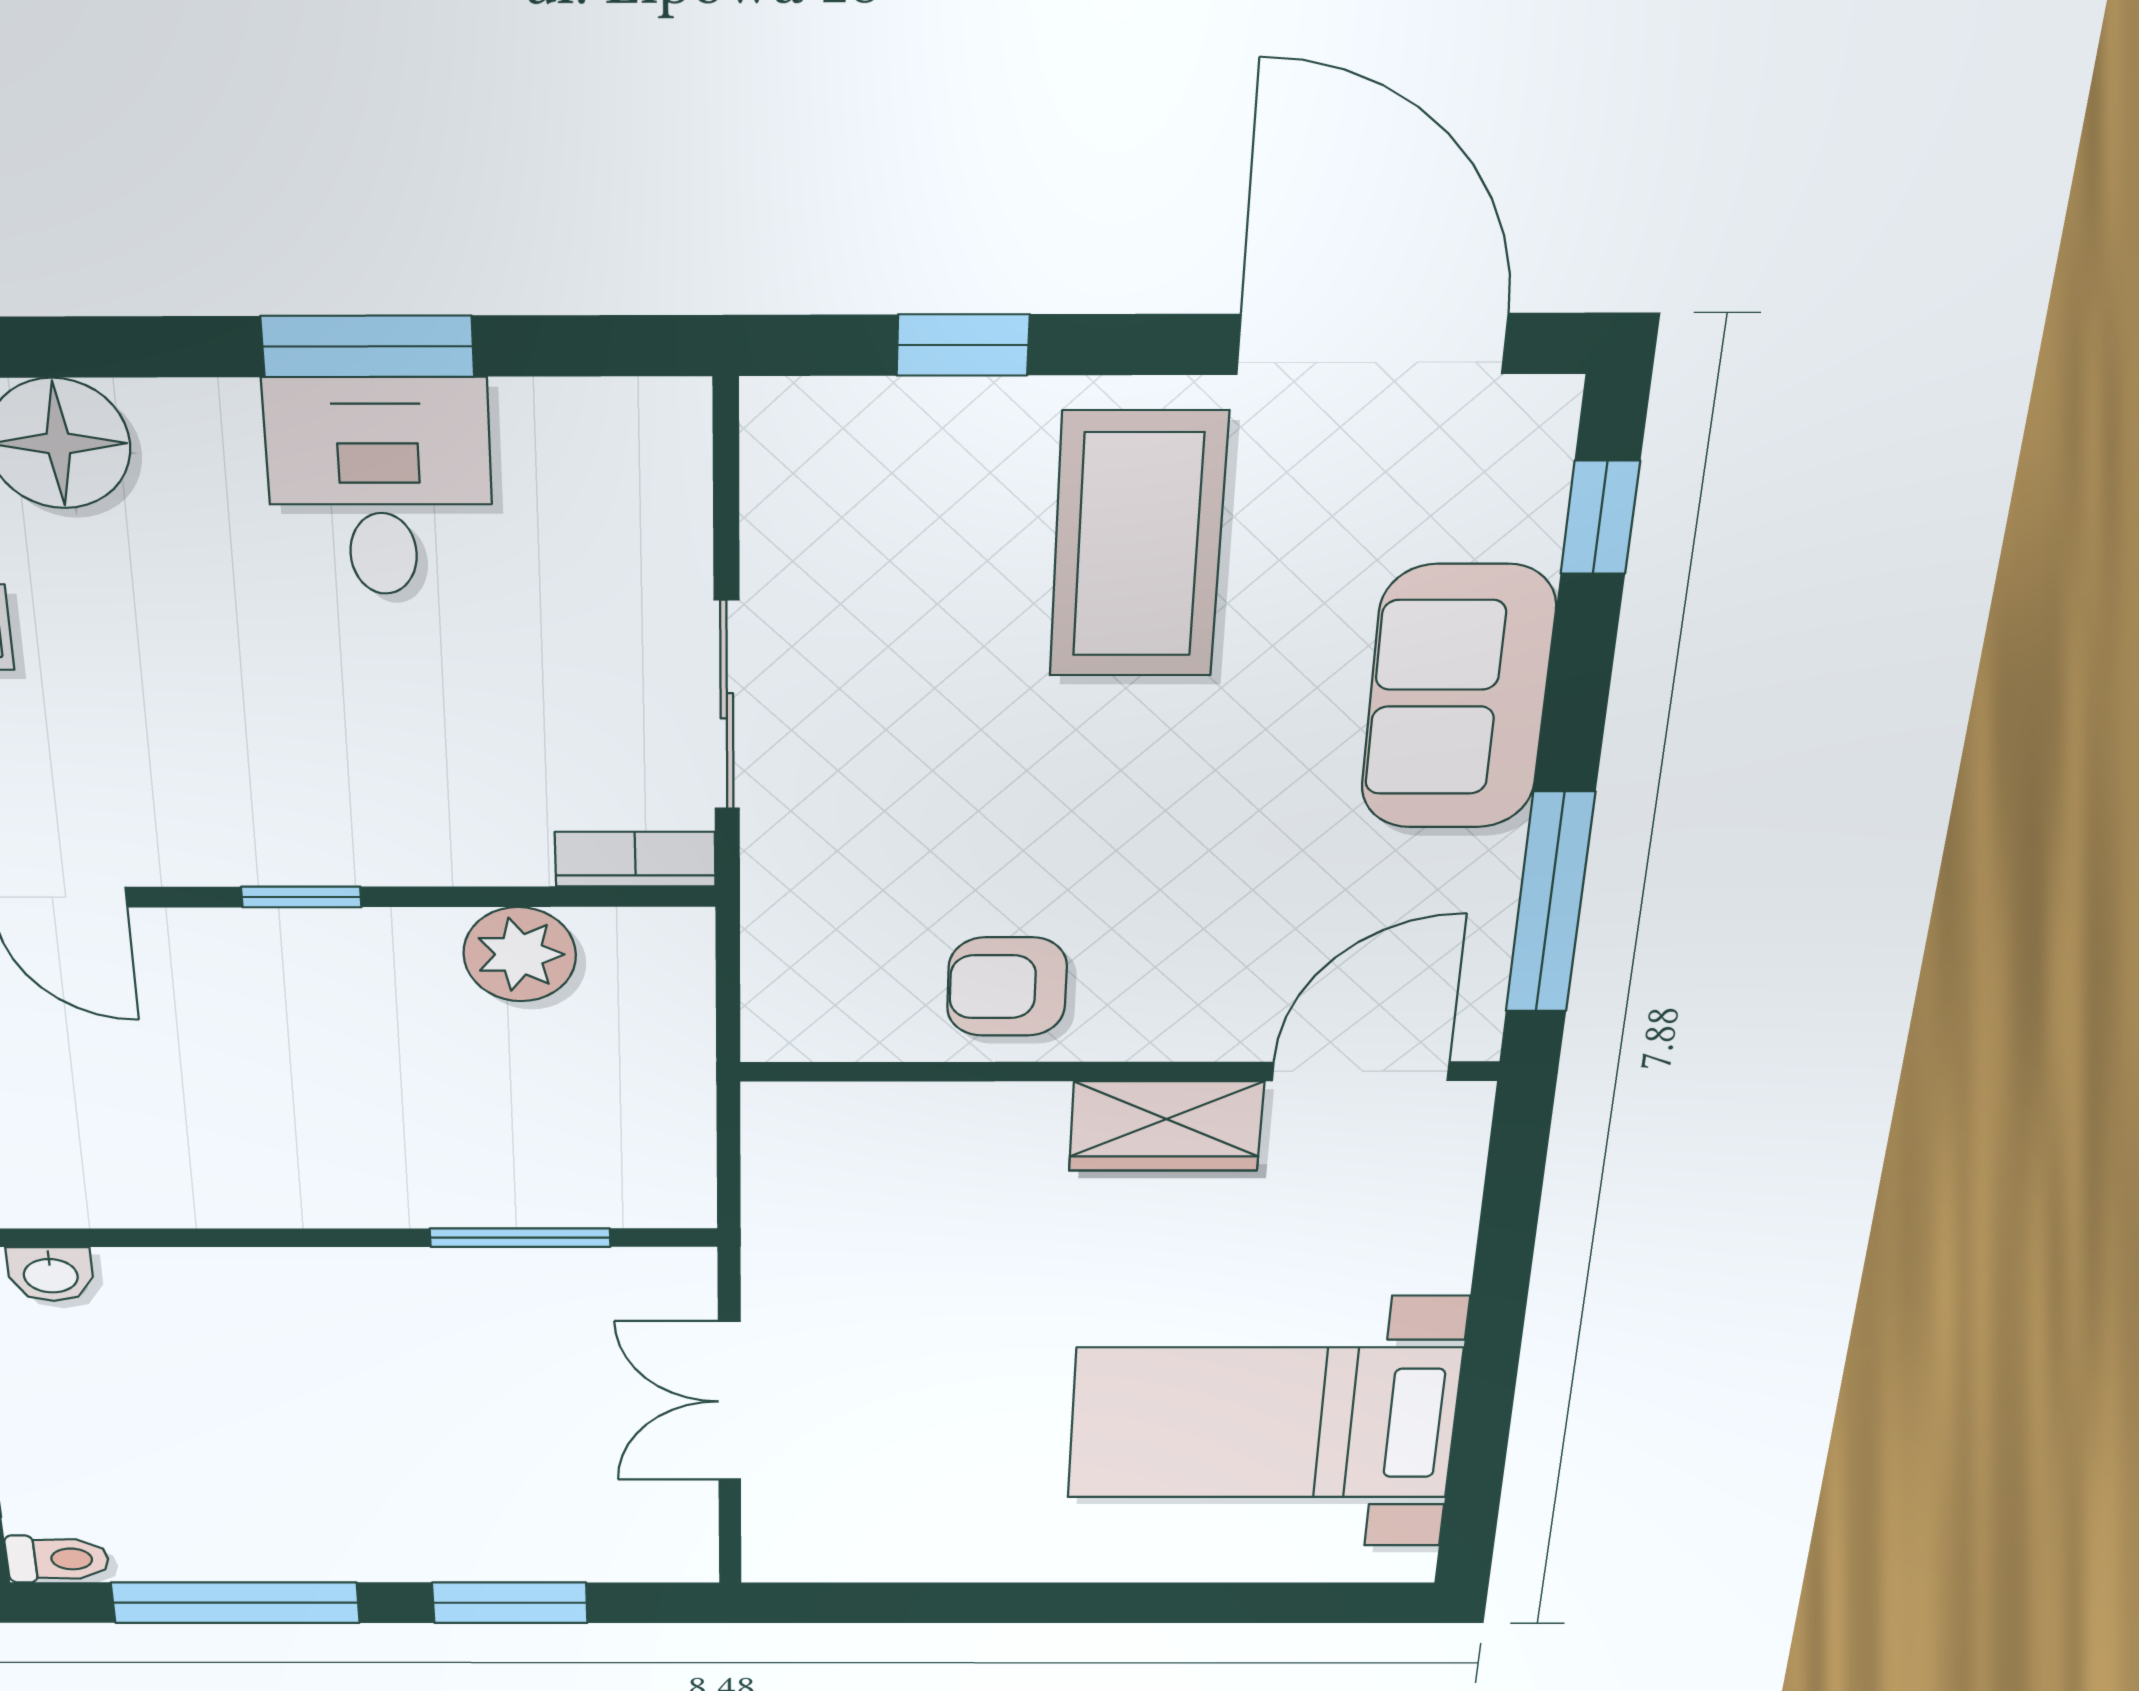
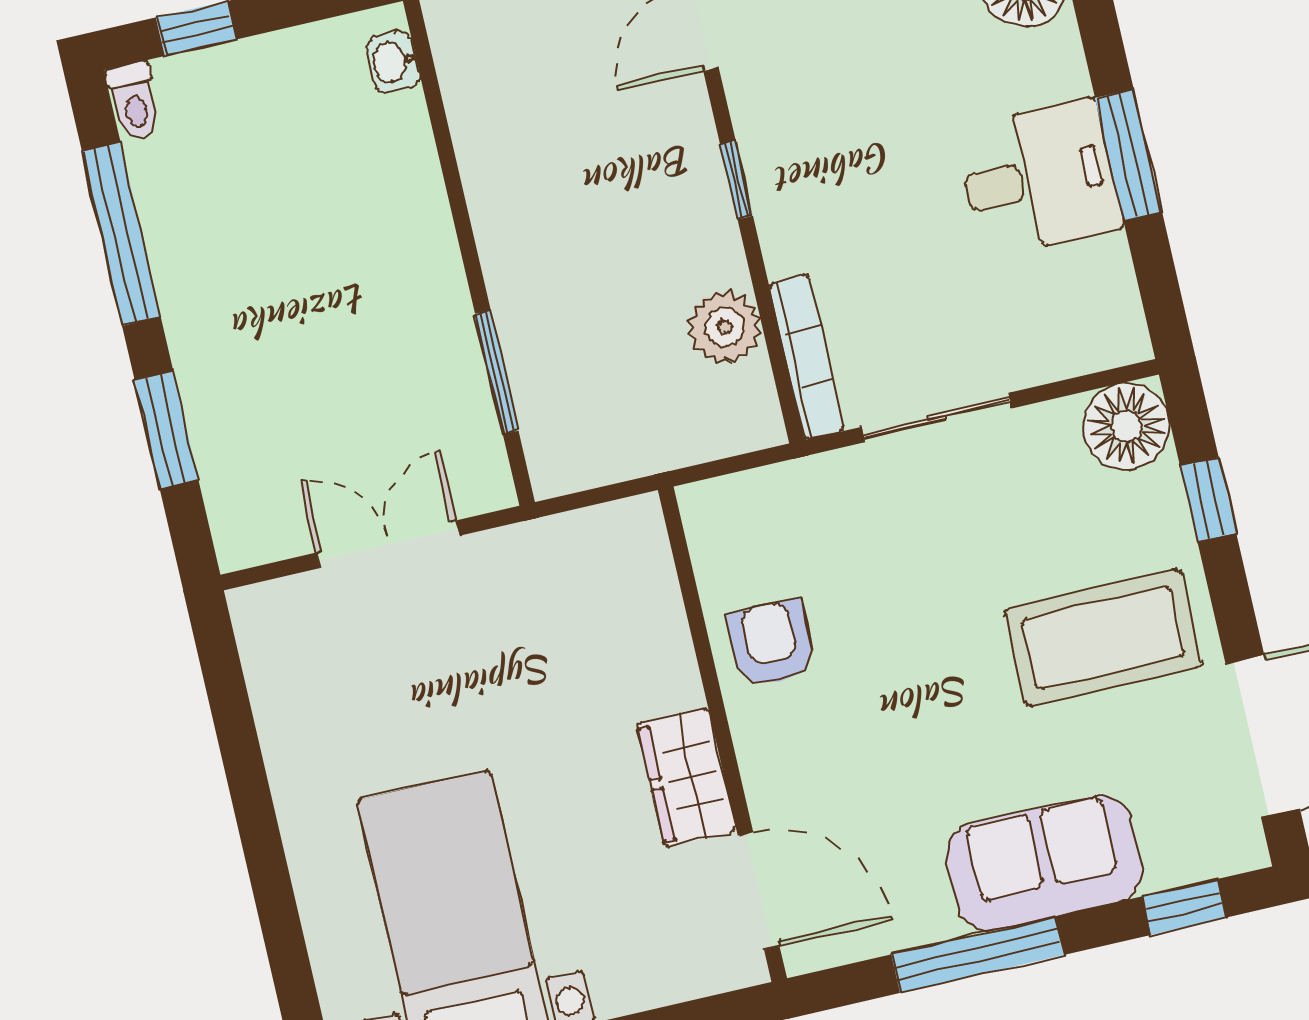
floor lamp: (811, 441) -> (1127, 426), added
bookcase: (635, 859) -> (807, 357), width x1.56
window: (1550, 903) -> (978, 955), moved

